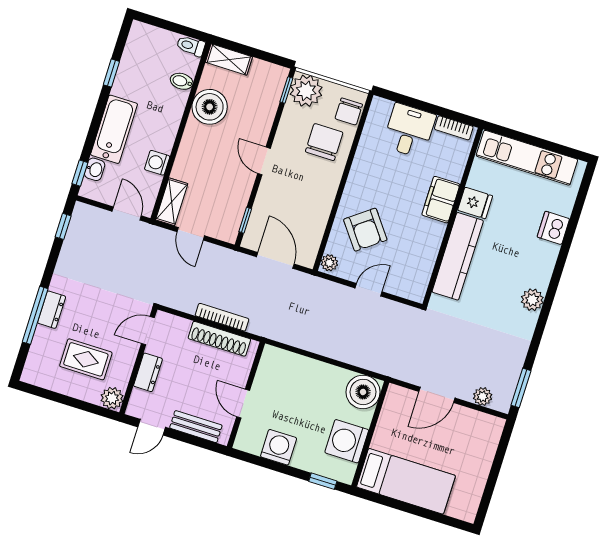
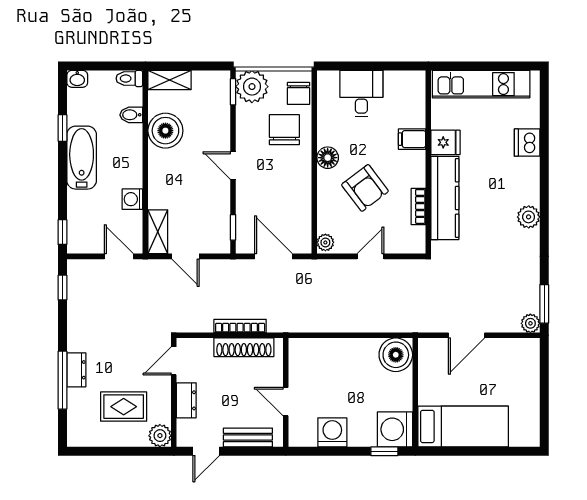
bookcase: (454, 128) -> (418, 206), moved, turned 90
bathtub: (114, 129) -> (82, 158), moved
washbasin: (95, 169) -> (77, 79), moved, turned 90
floor lamp: (357, 182) -> (328, 158), added
filing cabinet: (441, 200) -> (412, 139), width x0.50
armchair: (365, 230) -> (365, 188), moved
plant: (483, 396) -> (530, 323), moved
washing machine: (347, 441) -> (395, 429), moved

